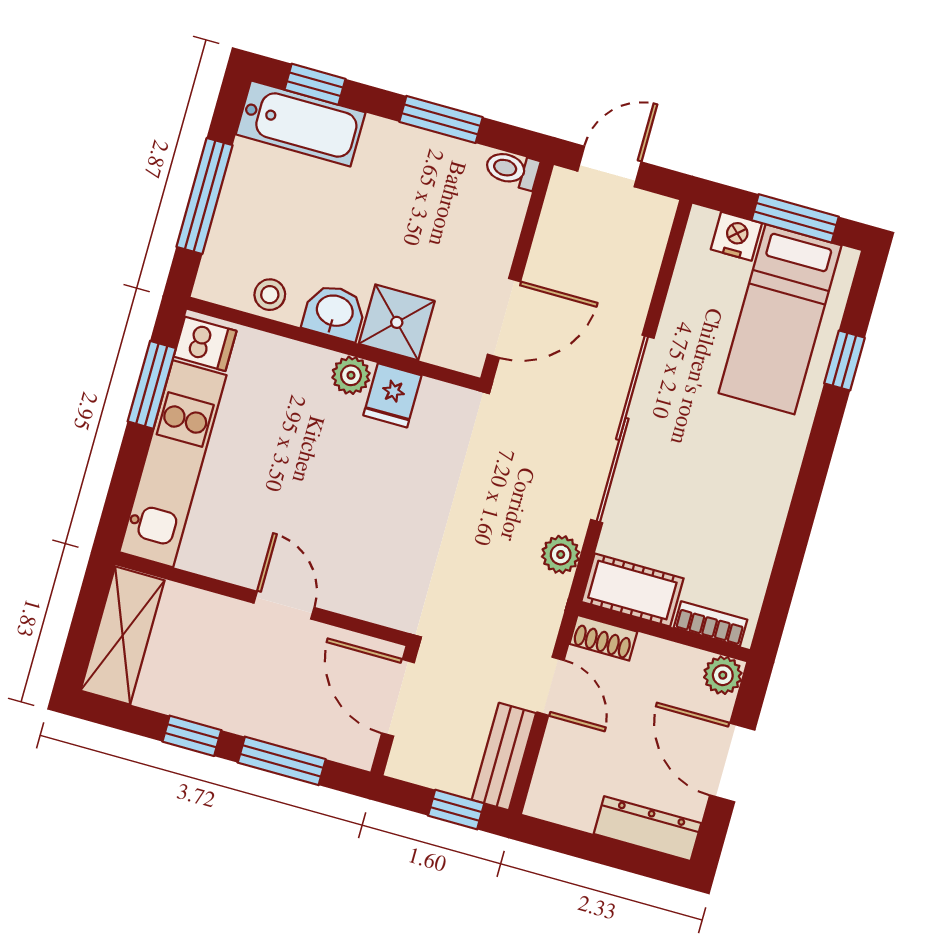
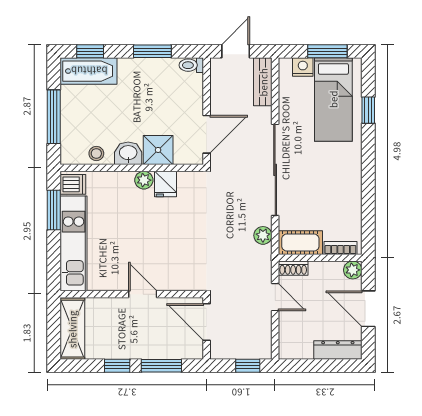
bench: (504, 756) -> (263, 82), moved

